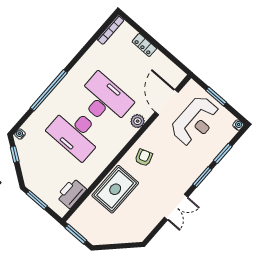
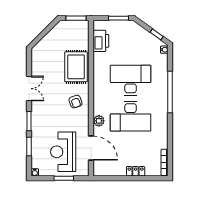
double door: (176, 207) -> (29, 89), swing flipped

